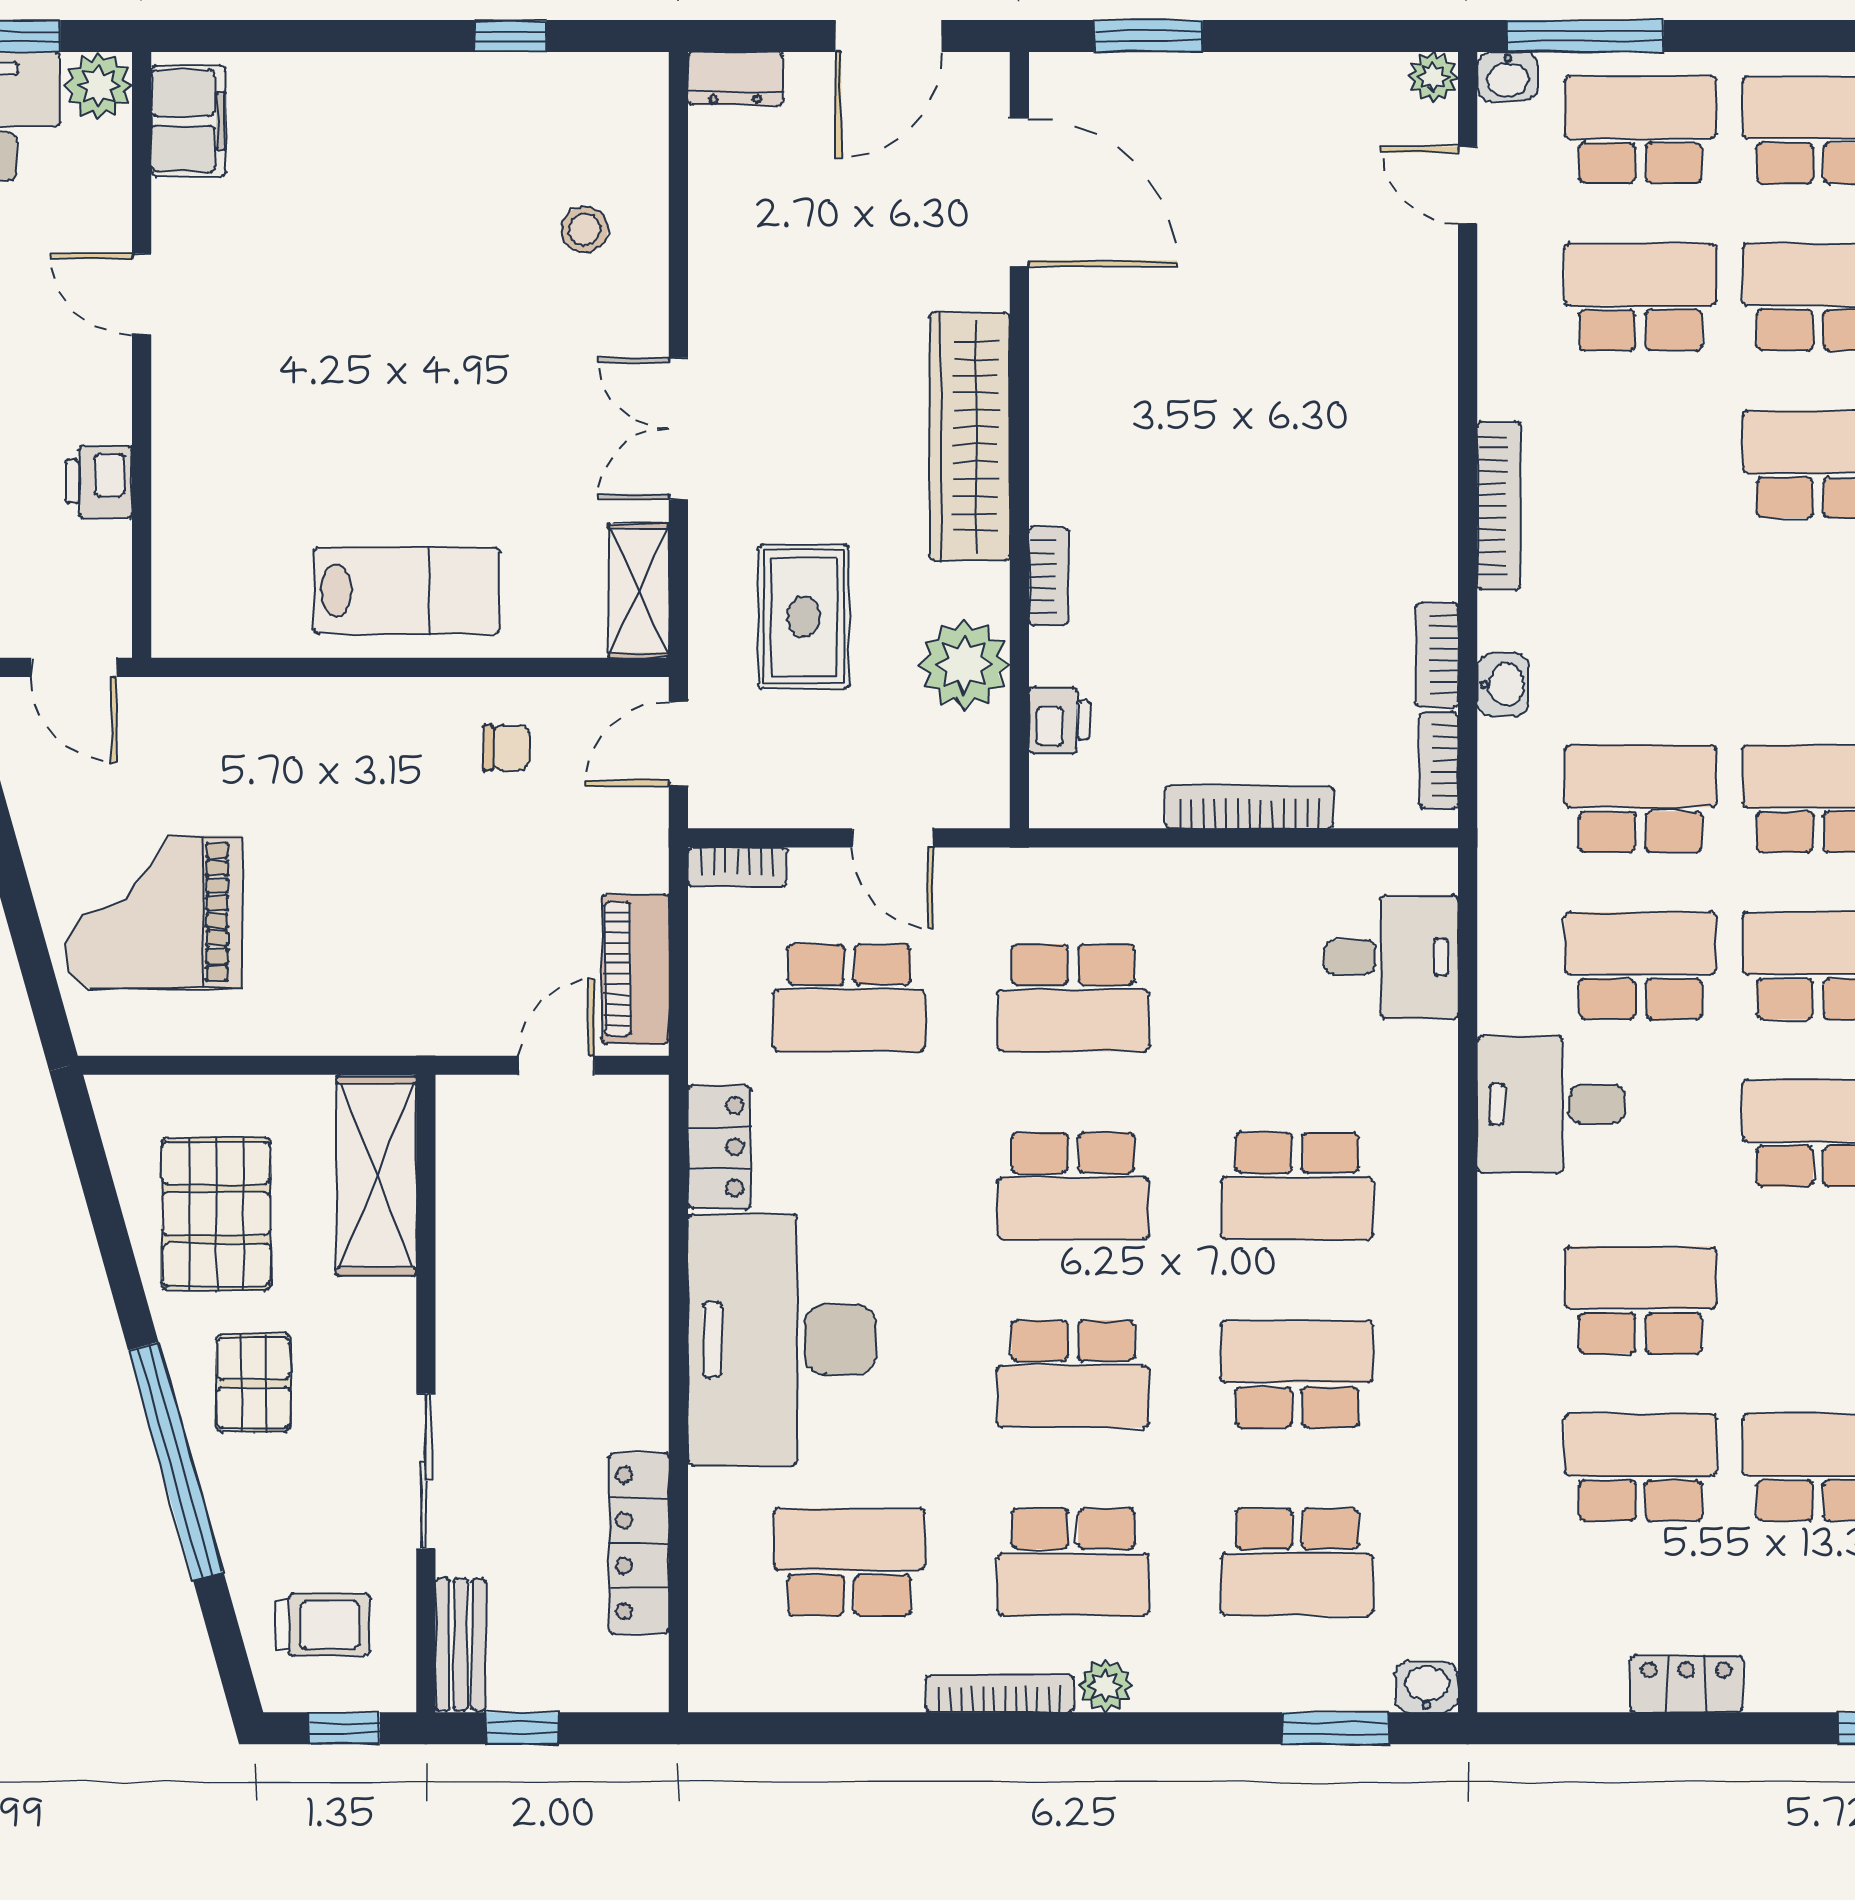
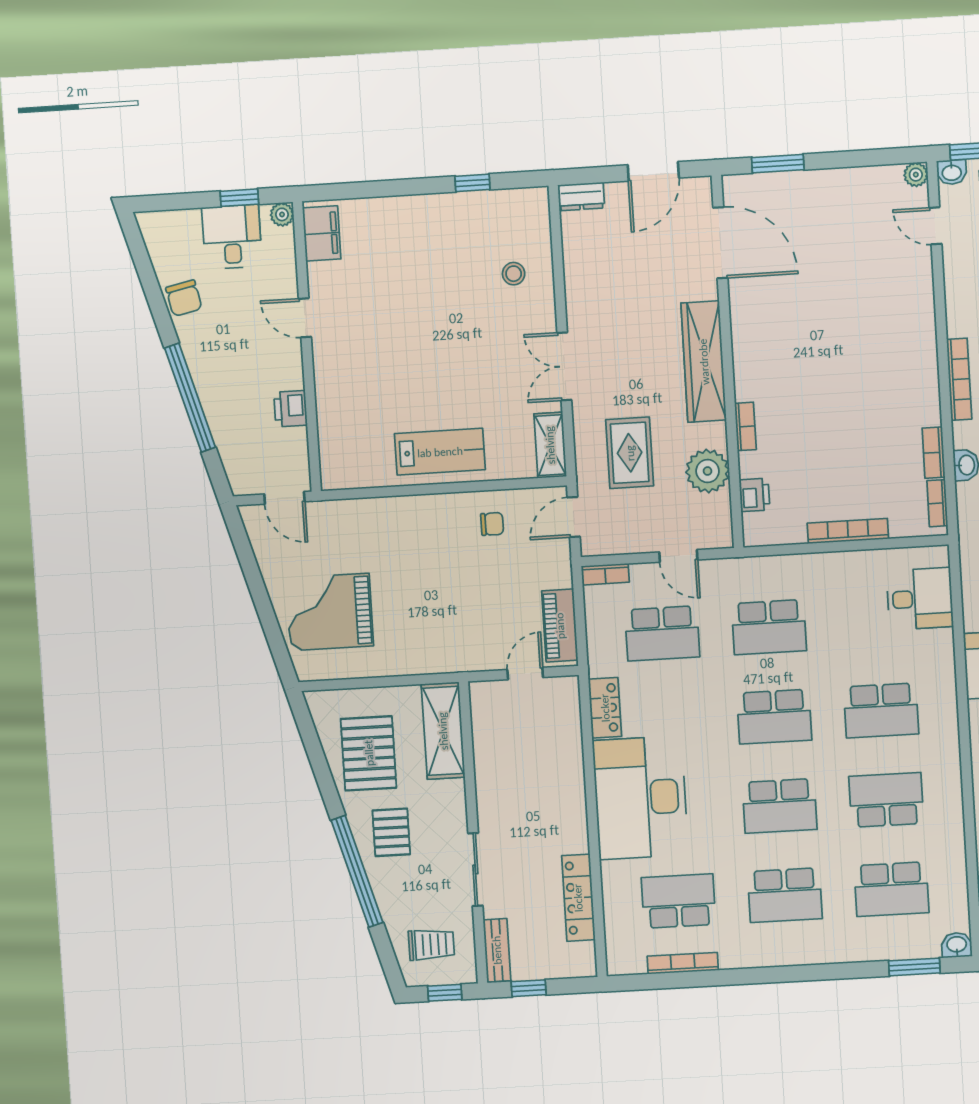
plant: (98, 86) -> (282, 214), width x0.73, depth x0.73
plant: (1105, 1686) -> (804, 953), removed
bookcase: (1000, 1693) -> (683, 963), moved

